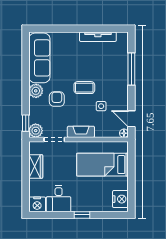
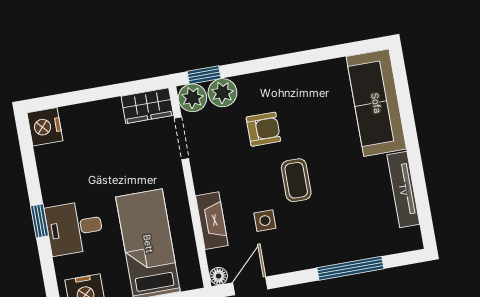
sofa: (39, 58) -> (376, 103), moved, turned 90
plant: (36, 91) -> (222, 93), moved
fireplace: (81, 132) -> (212, 221), moved
wardrobe: (36, 166) -> (147, 106), moved
desk: (59, 199) -> (74, 228), moved

